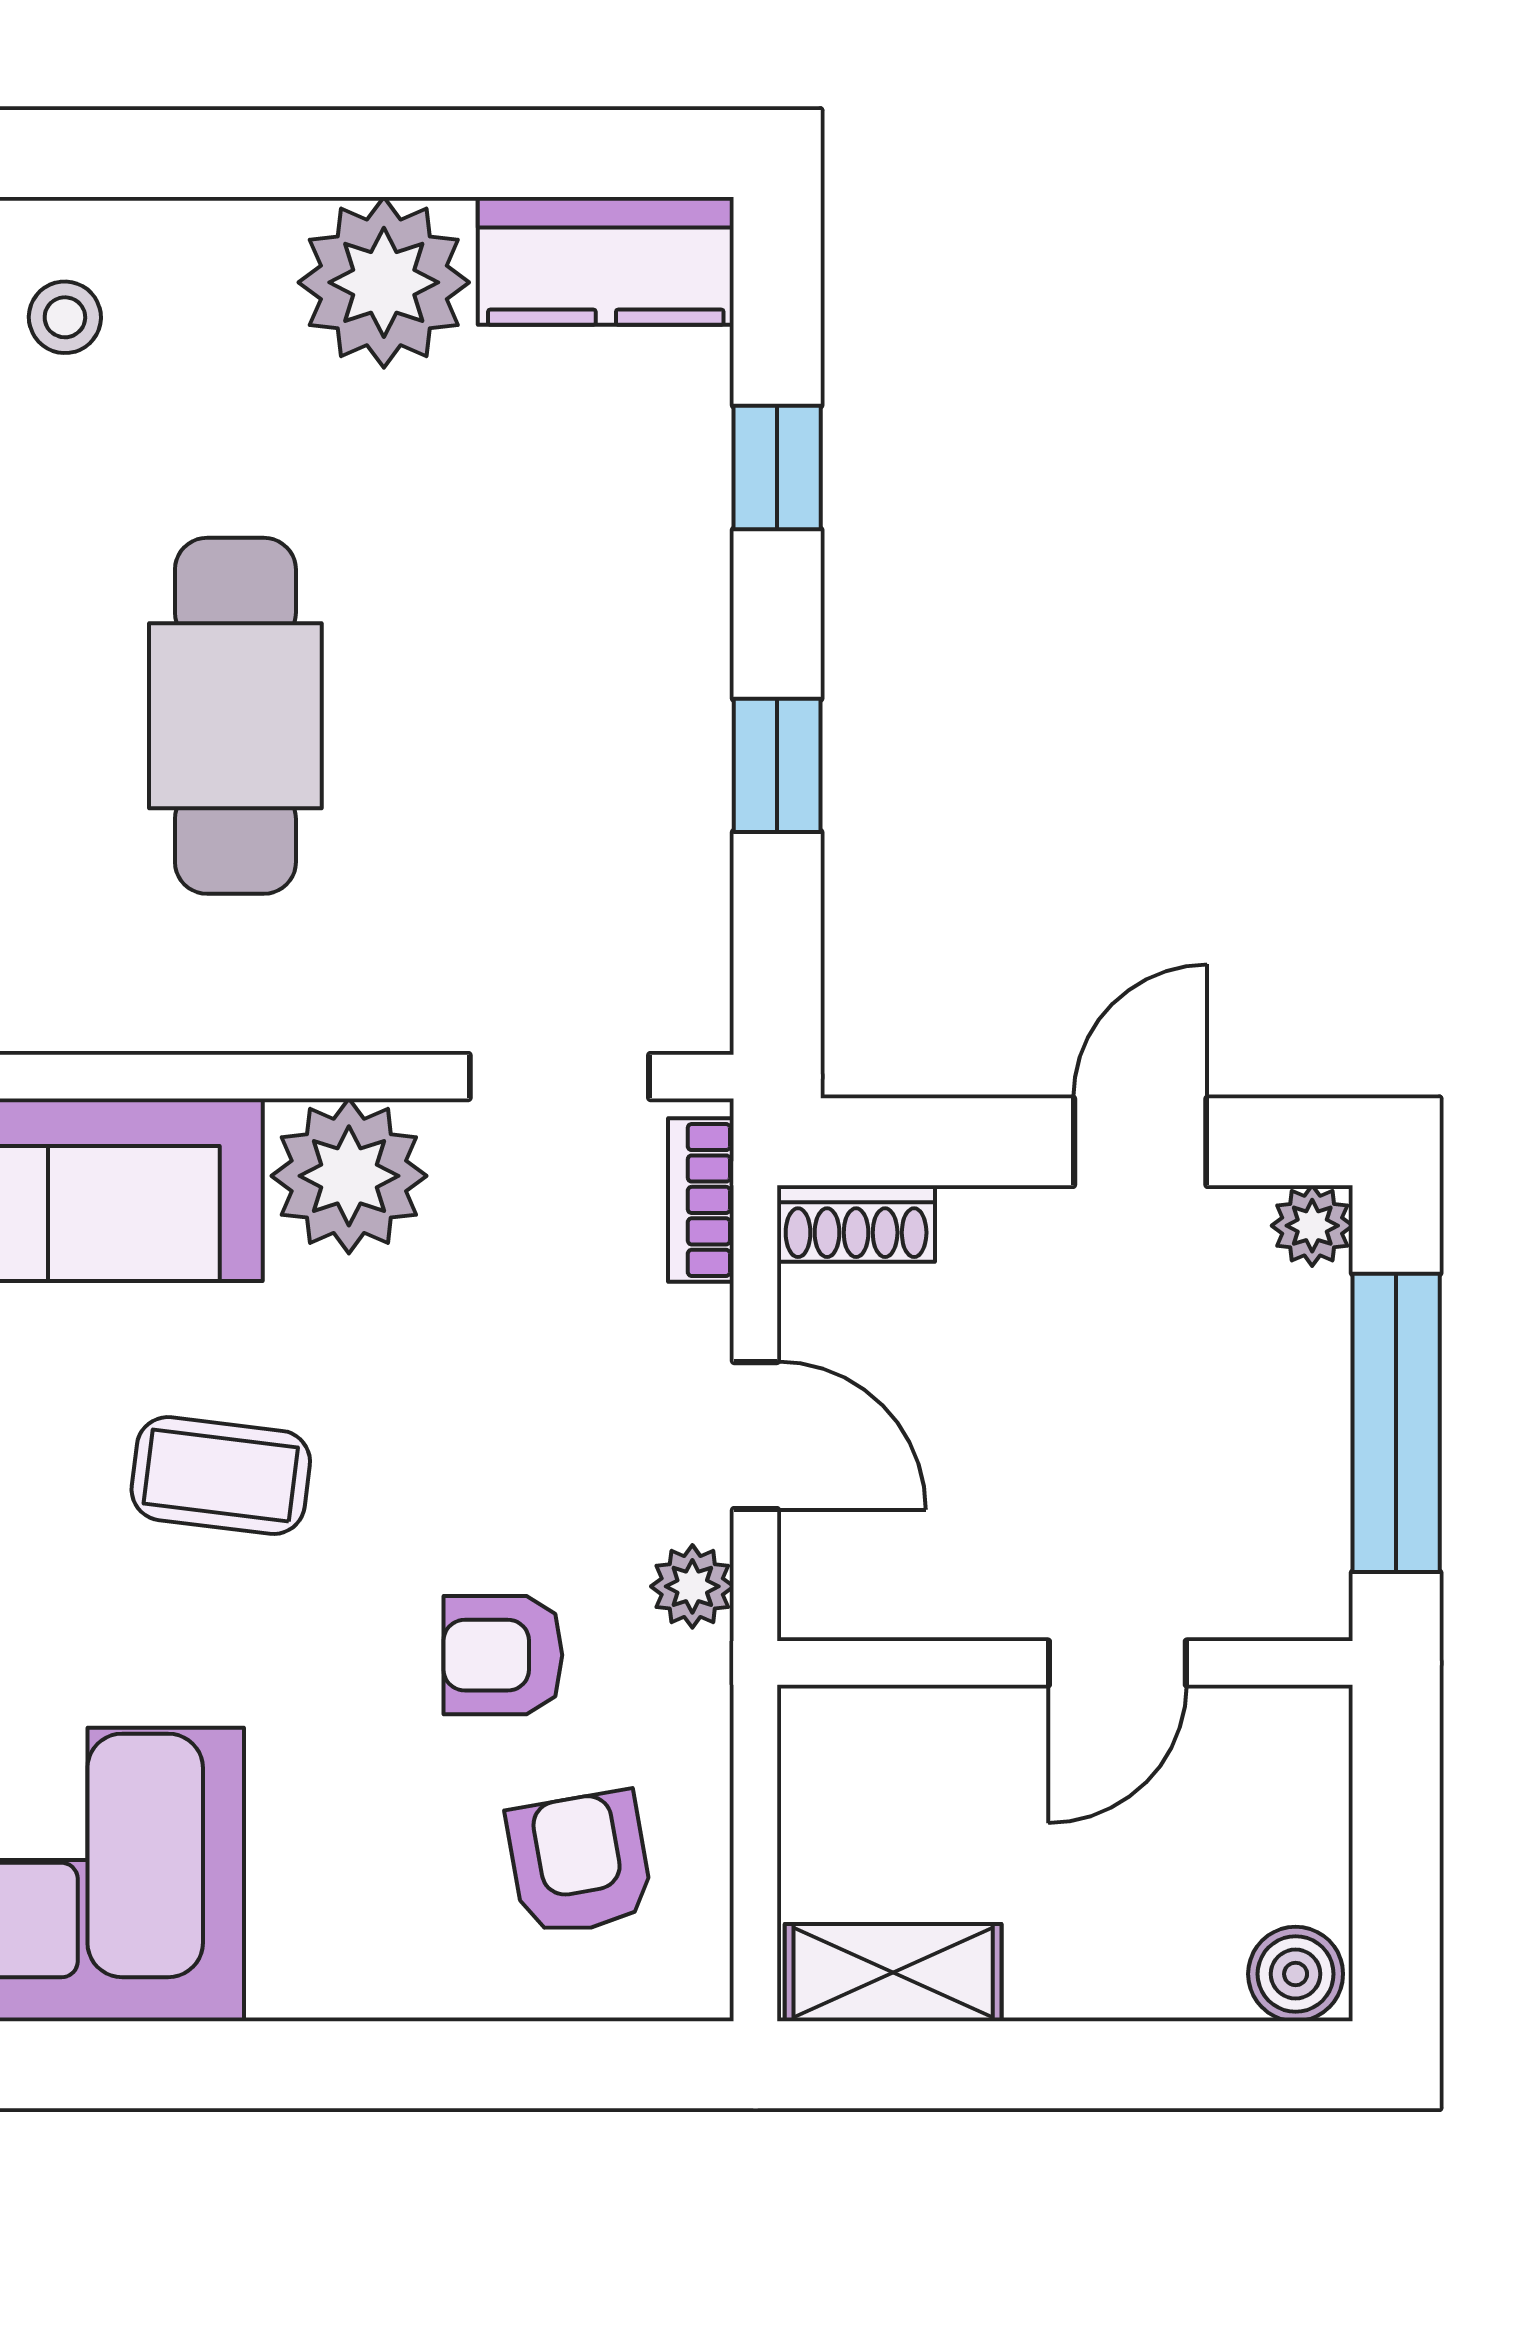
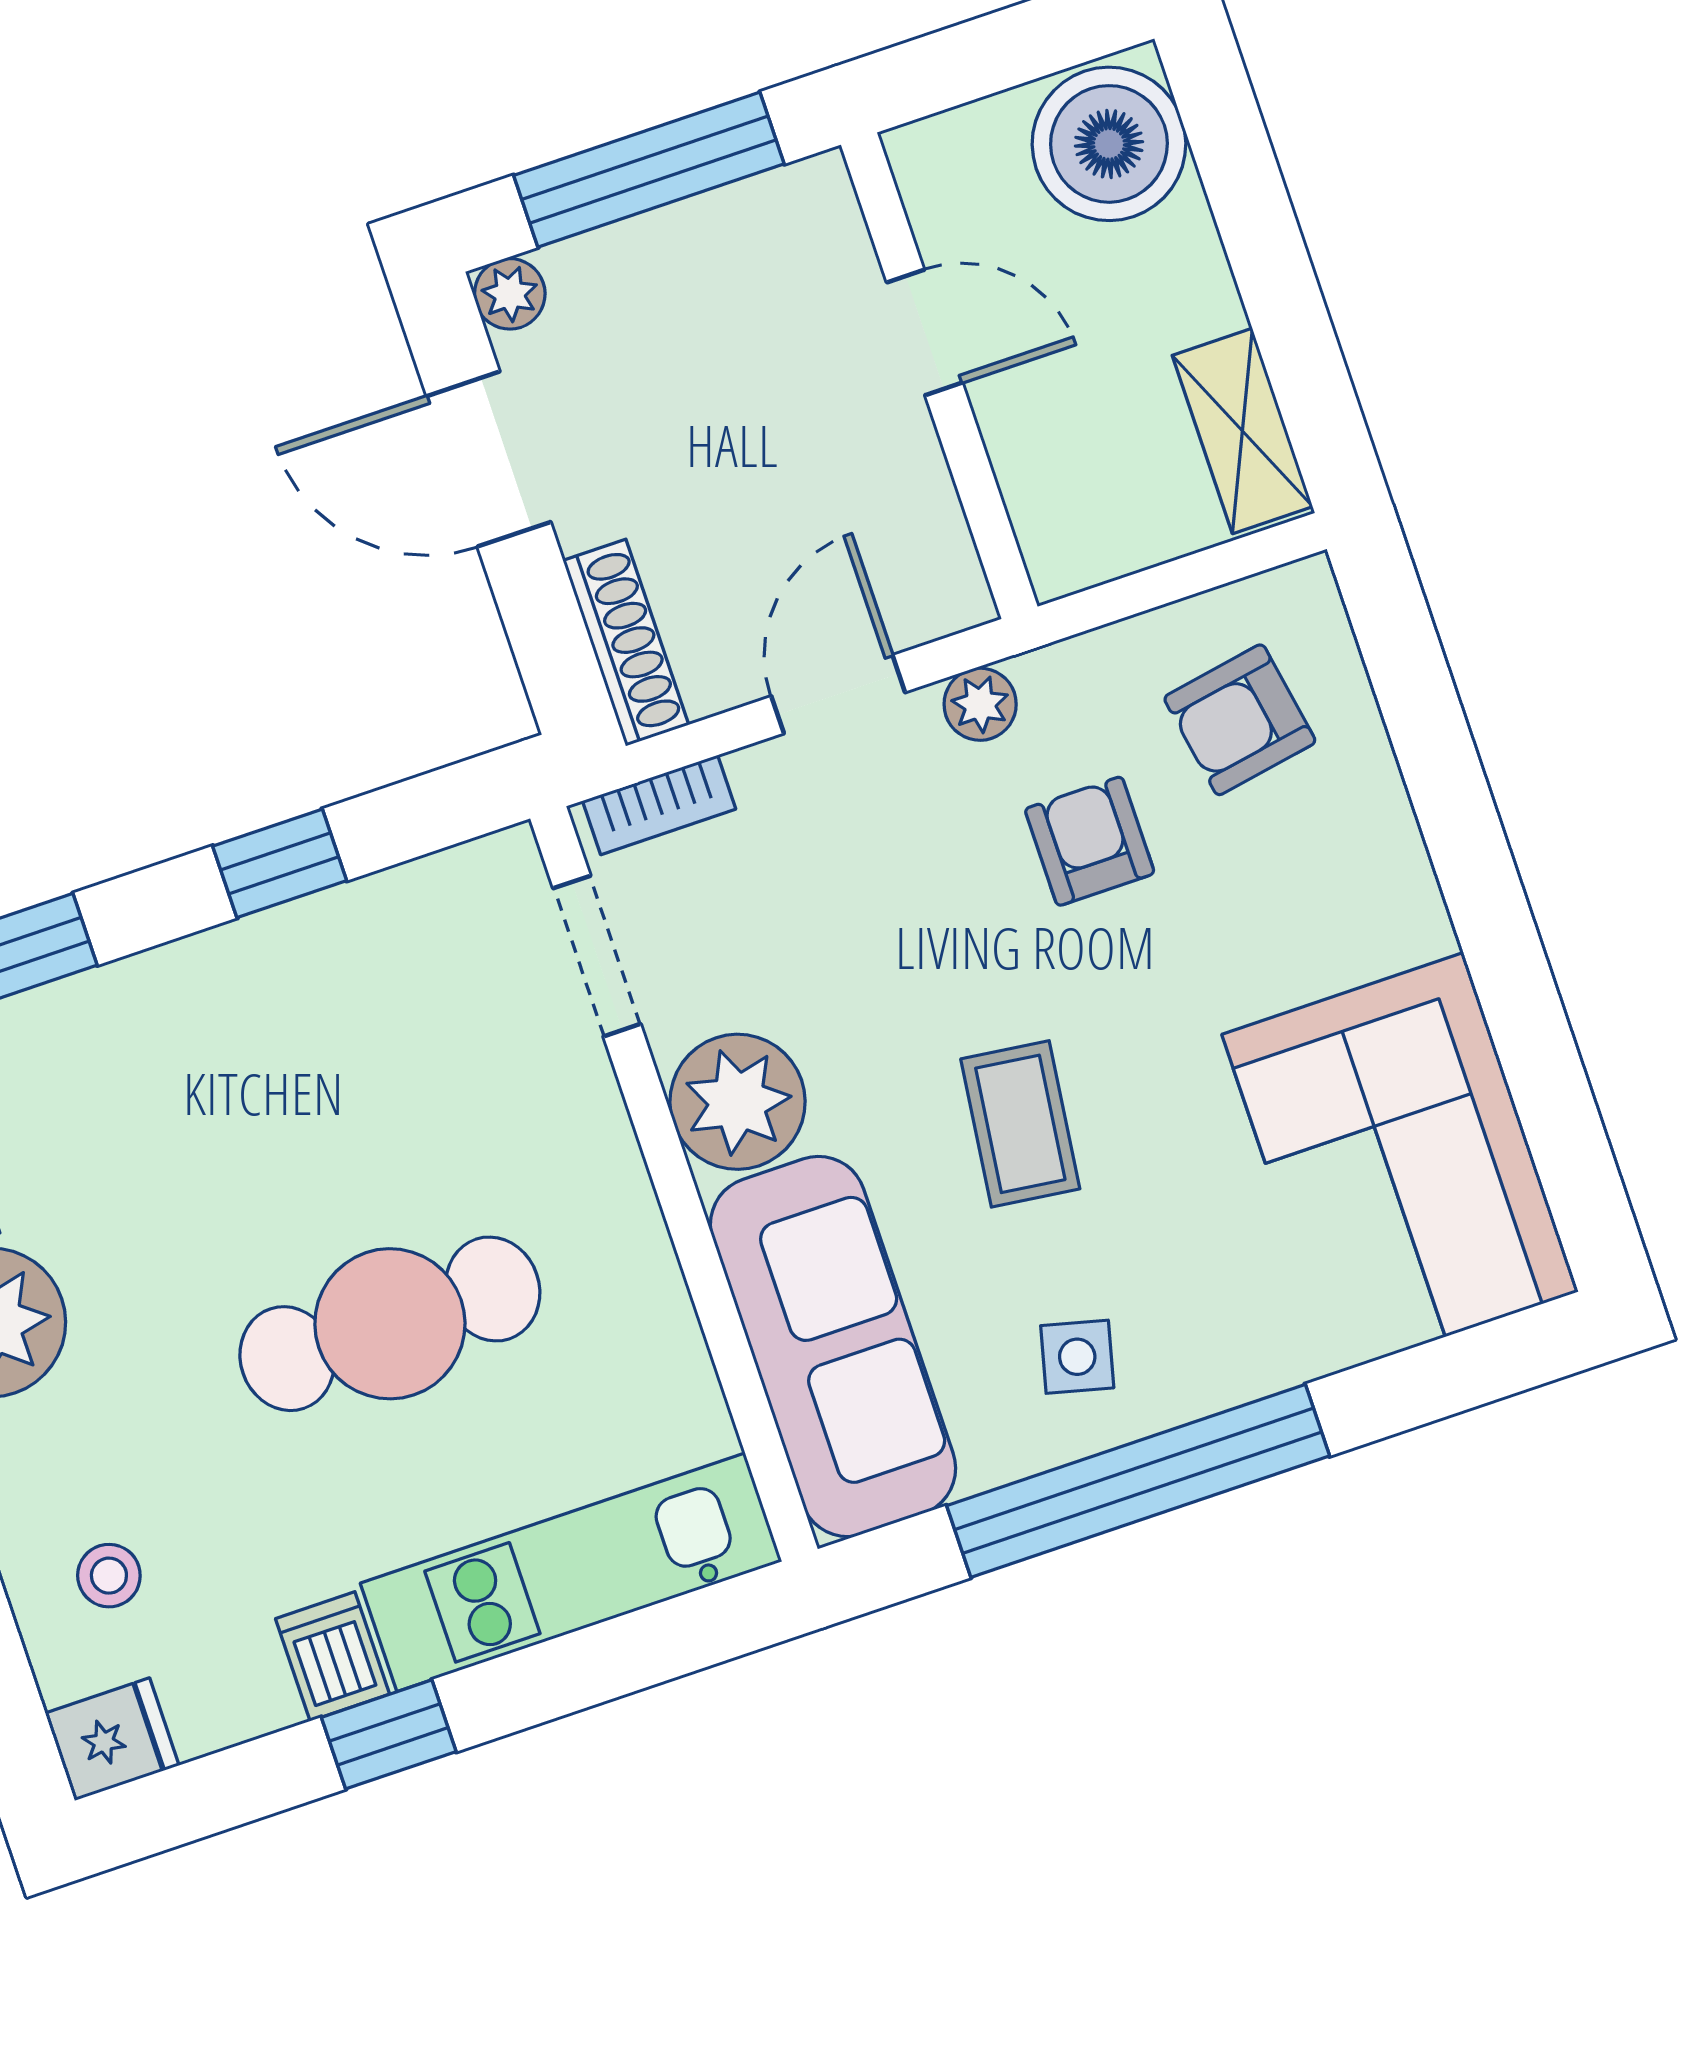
door: (1140, 1142) -> (489, 459), width x1.38
shoe rack: (856, 1223) -> (626, 643), width x1.43
armchair: (503, 1655) -> (1090, 841), turned 180
boiler: (1296, 1974) -> (1109, 144), width x1.86, depth x1.86

